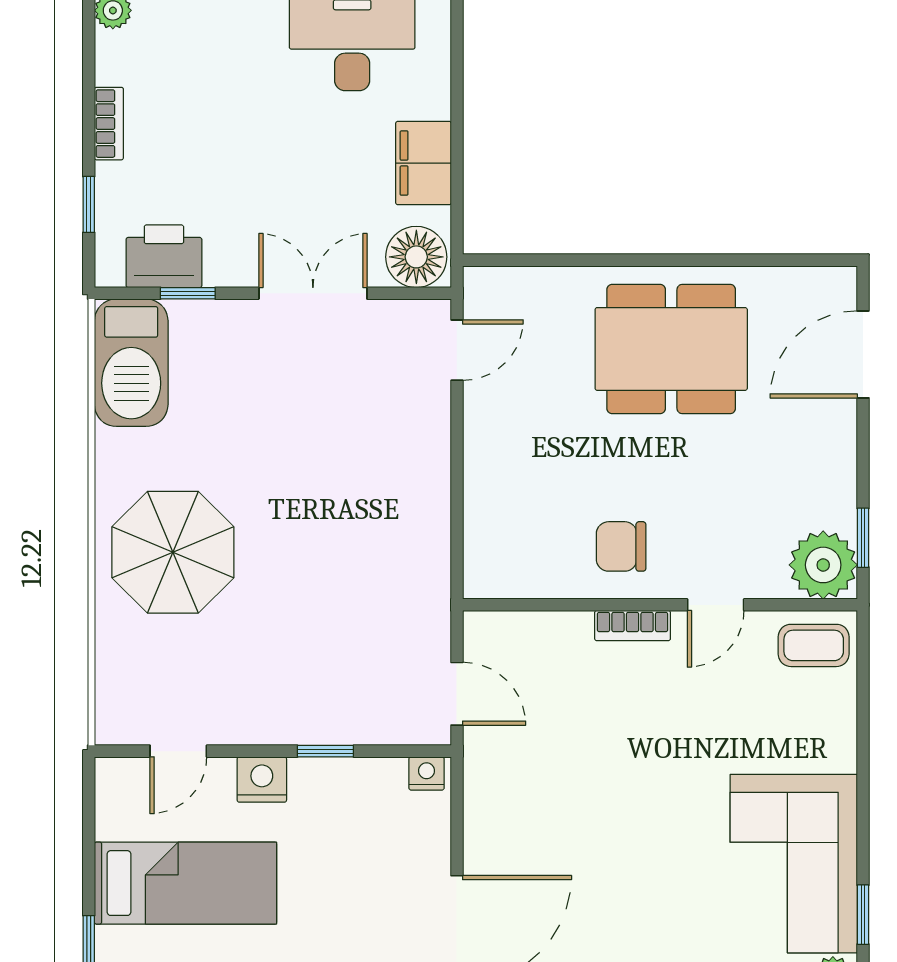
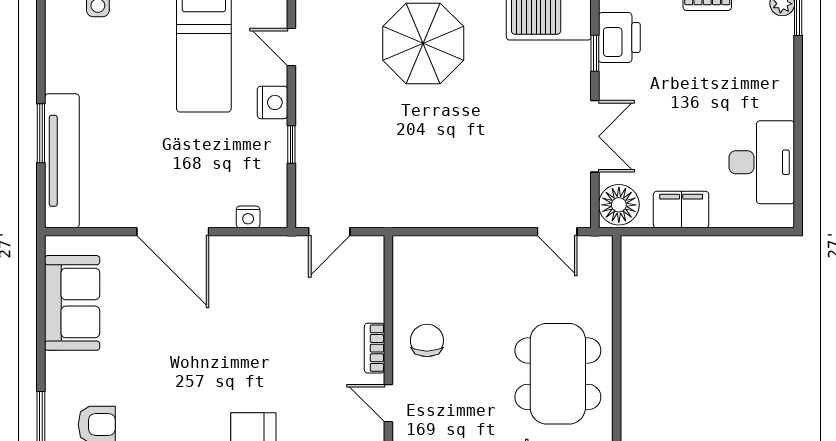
nightstand: (427, 773) -> (248, 217), moved, turned 90

